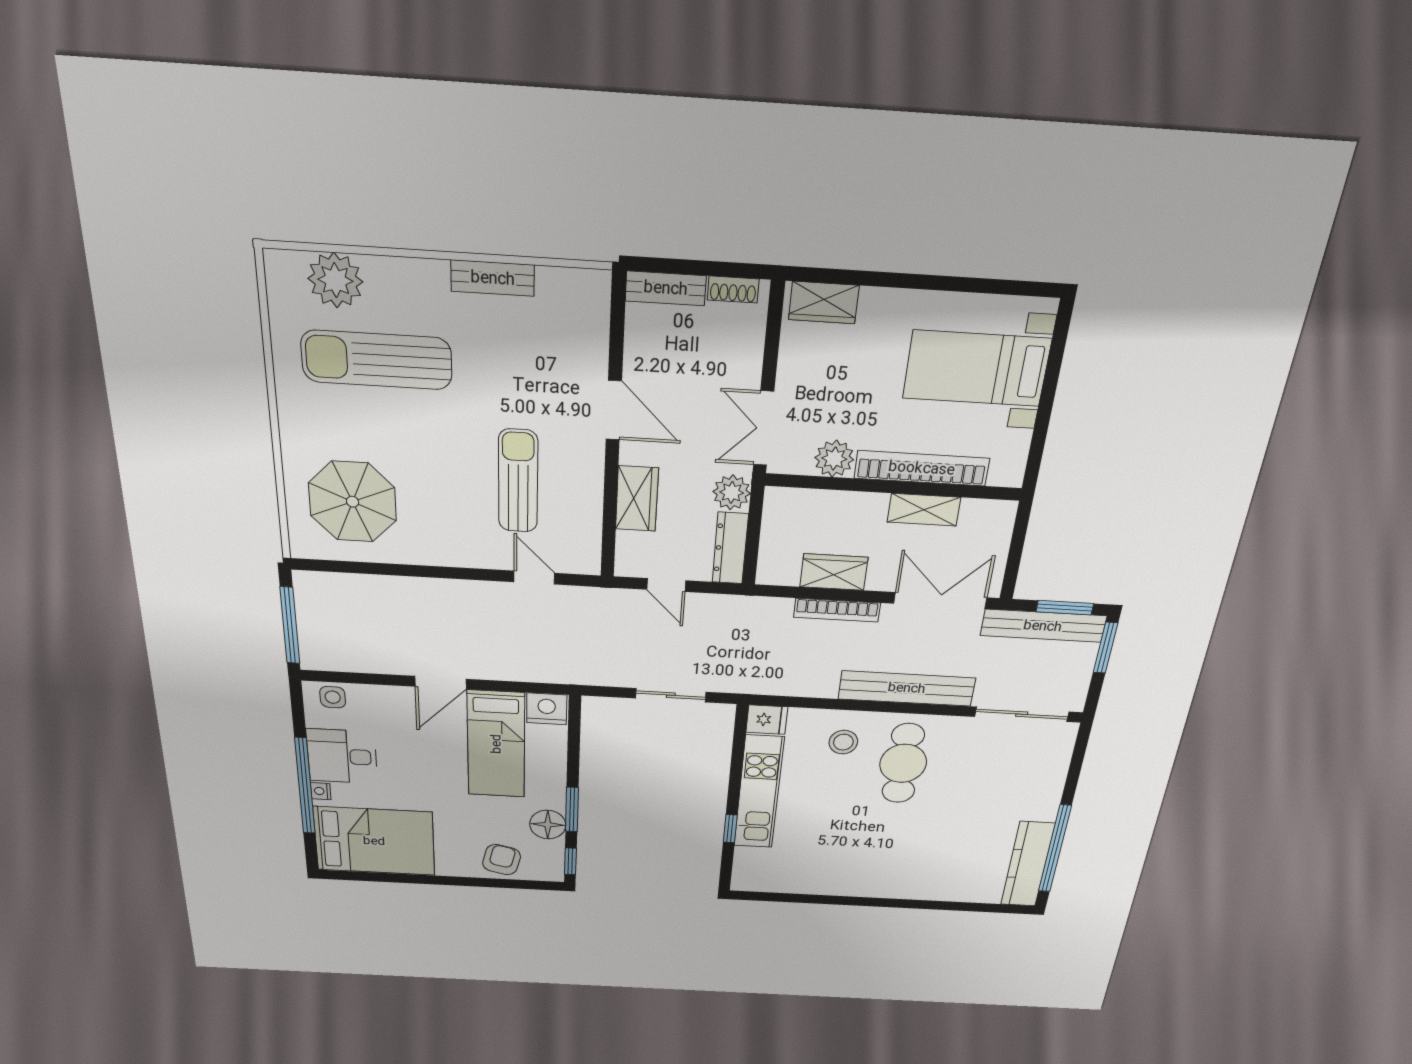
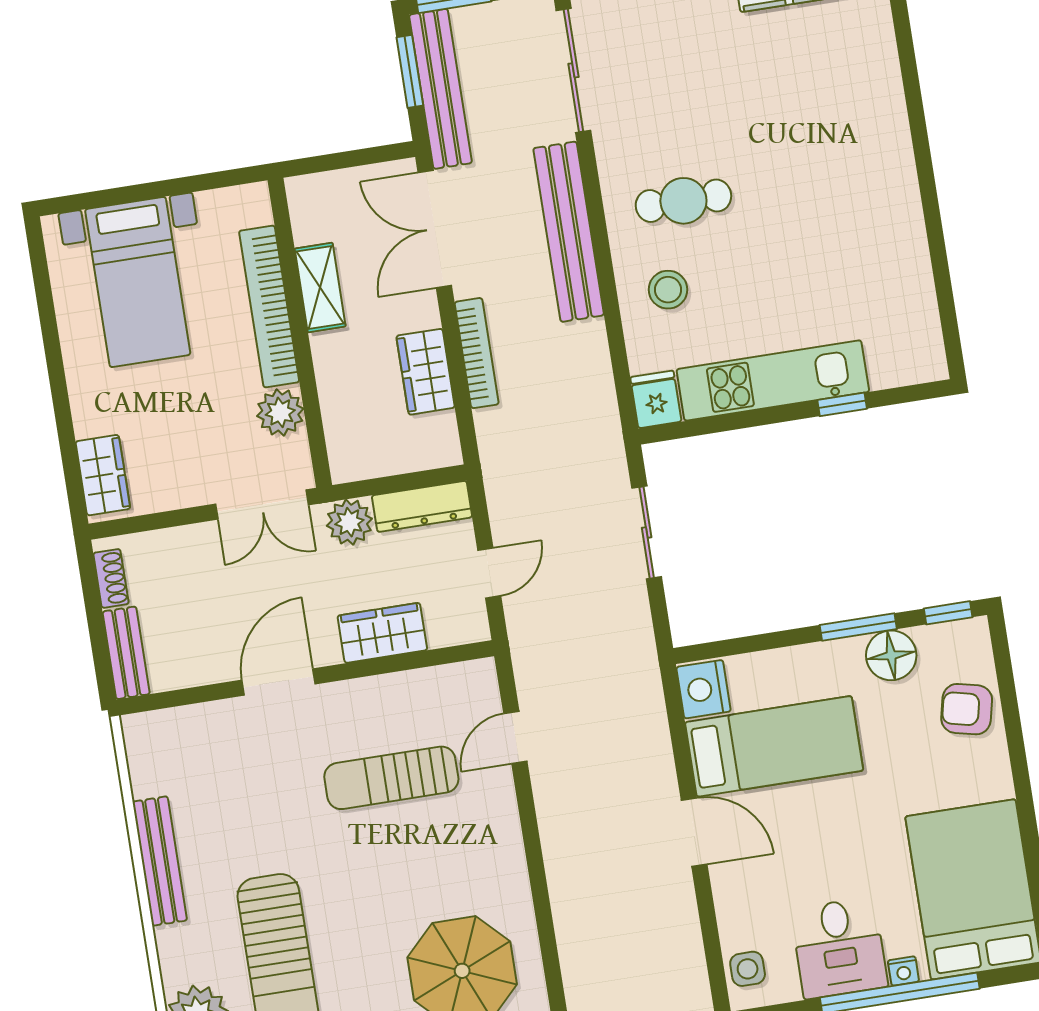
bench: (493, 278) -> (160, 861), width x1.36
cafe table: (903, 763) -> (683, 201), width x0.73, depth x0.74

